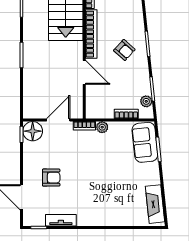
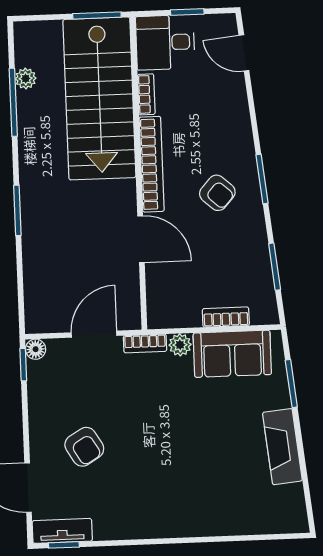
plant: (146, 101) -> (264, 291), removed
floor lamp: (33, 131) -> (36, 349), width x0.53, depth x0.53
sofa: (145, 142) -> (232, 354), moved, turned -84
armchair: (51, 178) -> (84, 447), turned 59
fireplace: (155, 204) -> (282, 447), moved
tv unit: (61, 220) -> (62, 531), moved

